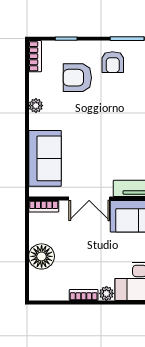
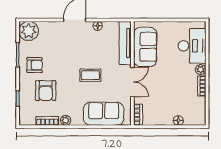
bookcase: (35, 56) -> (47, 121), moved
coffee table: (99, 140) -> (90, 75), added
floor lamp: (42, 256) -> (178, 121), width x0.53, depth x0.53

